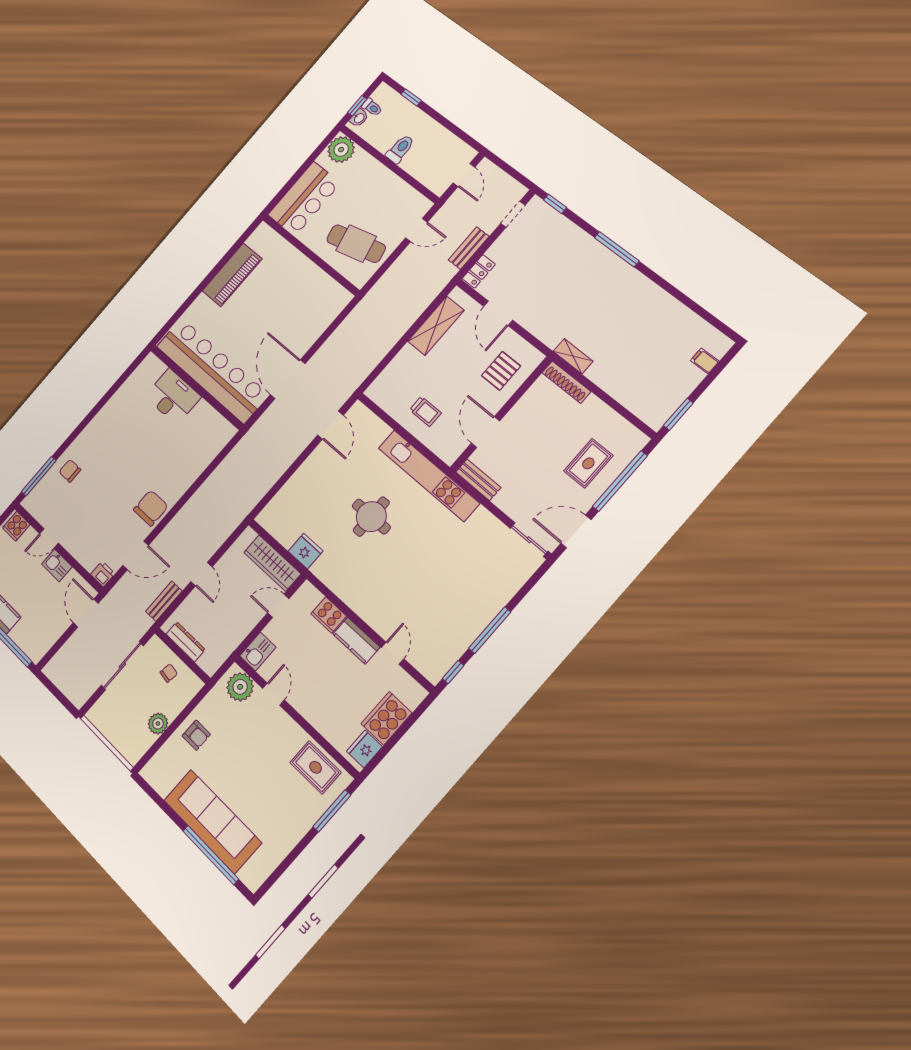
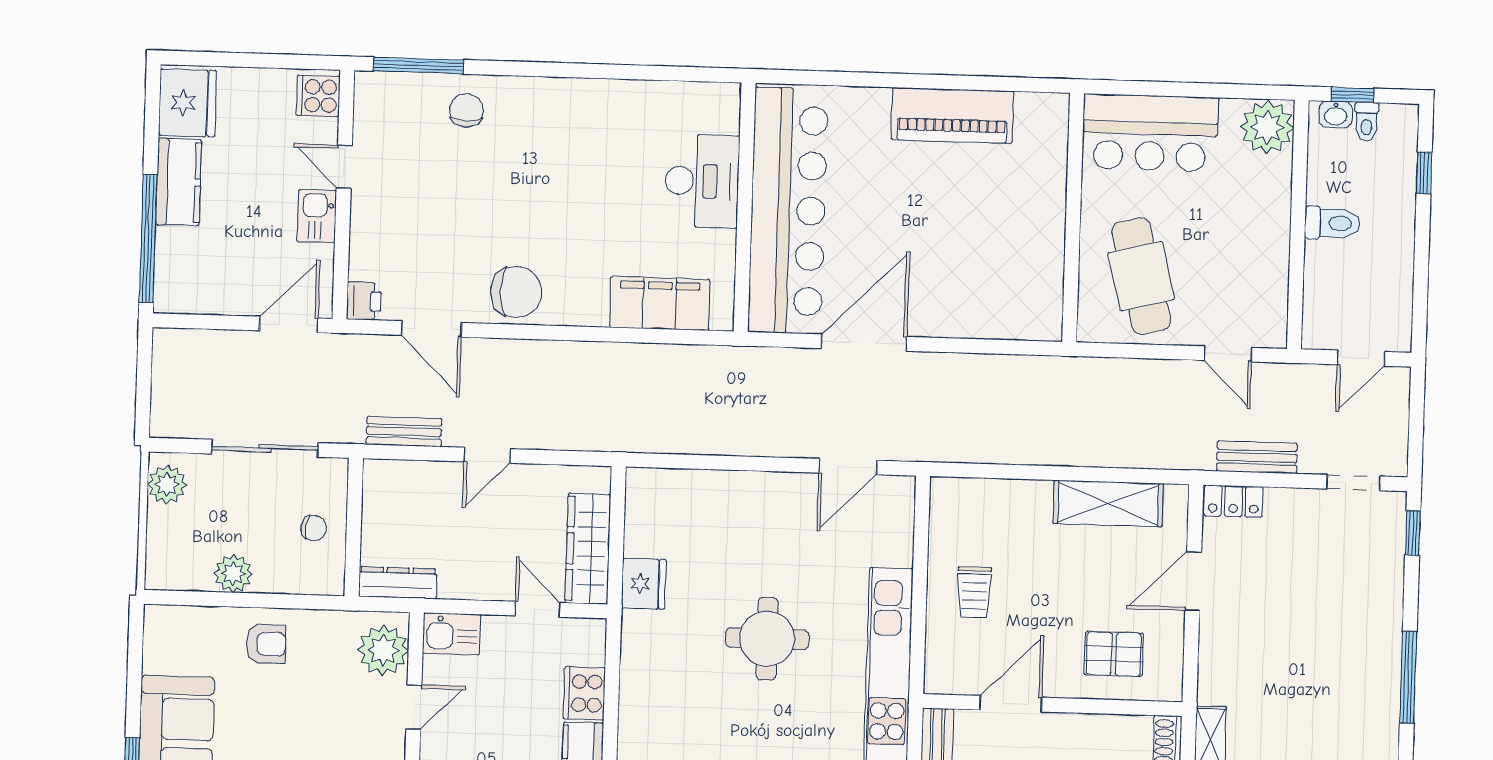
filing cabinet: (203, 452) -> (660, 303), added
dresser: (186, 642) -> (398, 583), moved, turned -90
plant: (102, 720) -> (167, 485), added
armchair: (196, 735) -> (266, 644), turned -90

